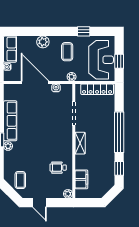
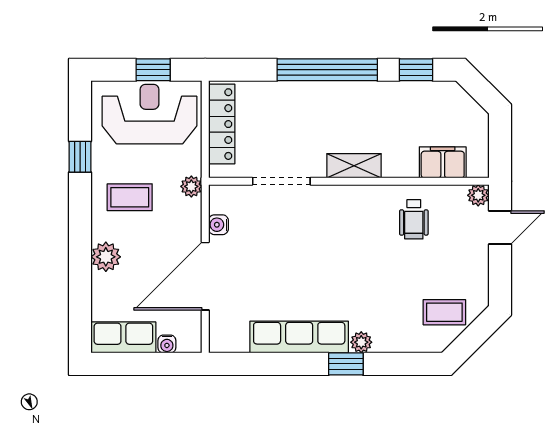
door: (40, 203) -> (500, 227), moved

